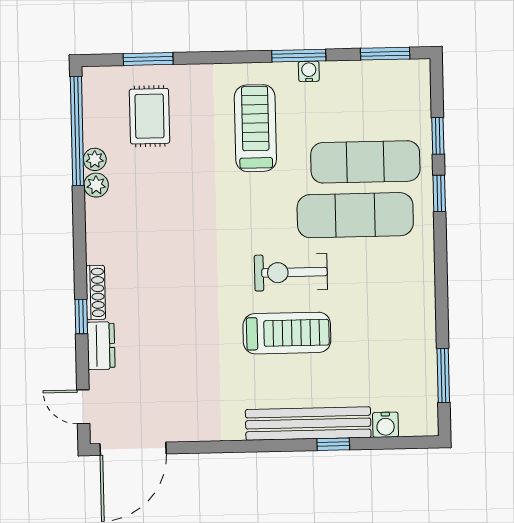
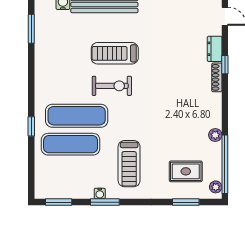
rug: (149, 116) -> (186, 171), turned 90
window: (438, 136) -> (31, 157), removed
plant: (95, 159) -> (216, 187), moved

